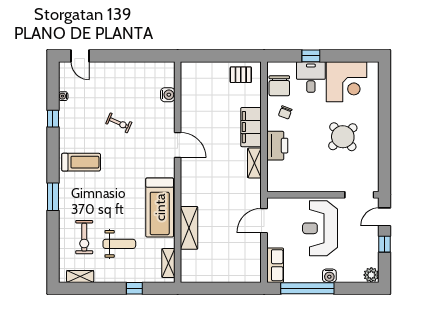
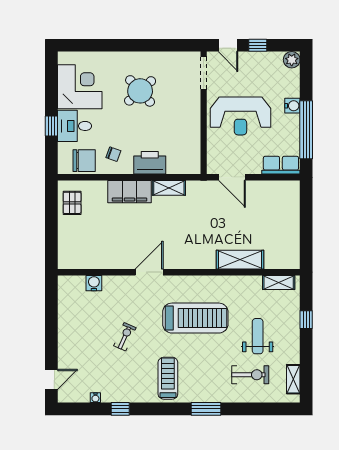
treadmill: (160, 207) -> (195, 318), moved

